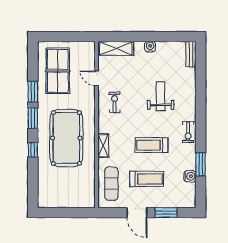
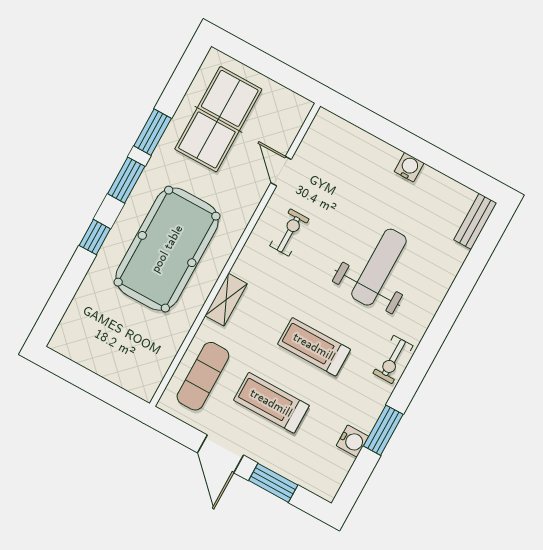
shelving: (116, 48) -> (345, 136), removed
weight bench: (161, 96) -> (379, 267), width x1.36, depth x1.33
treadmill: (147, 179) -> (271, 403), turned 180

